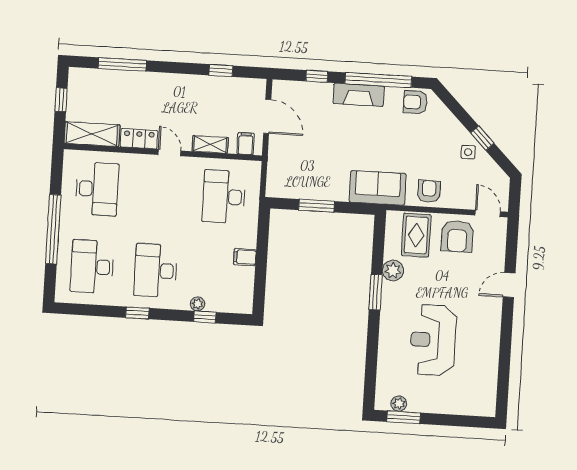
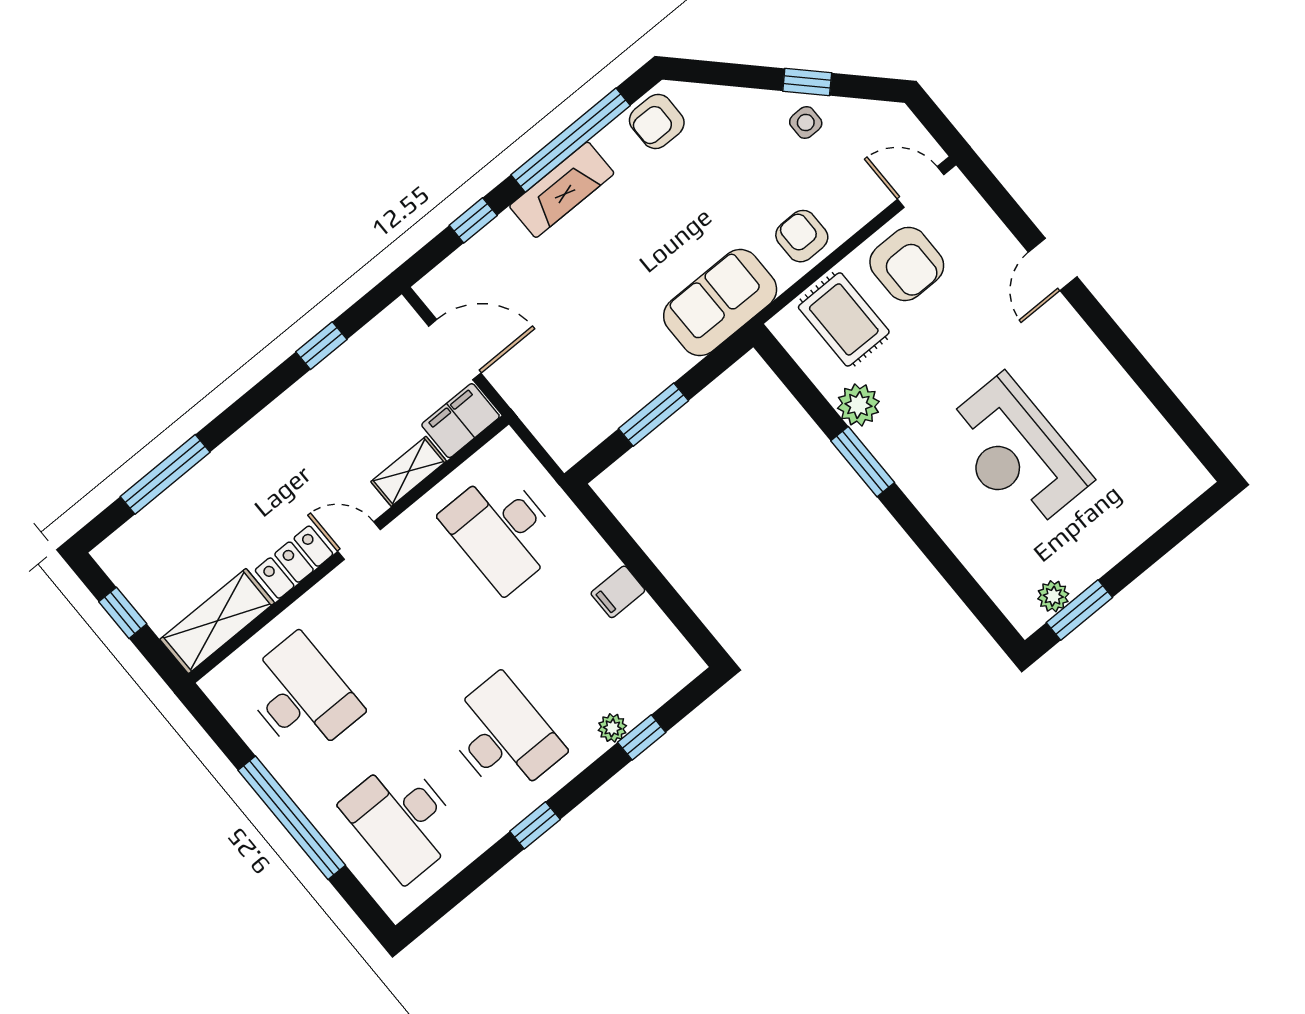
filing cabinet: (246, 144) -> (461, 421), width x2.00
desk: (156, 271) -> (503, 736), turned 180

